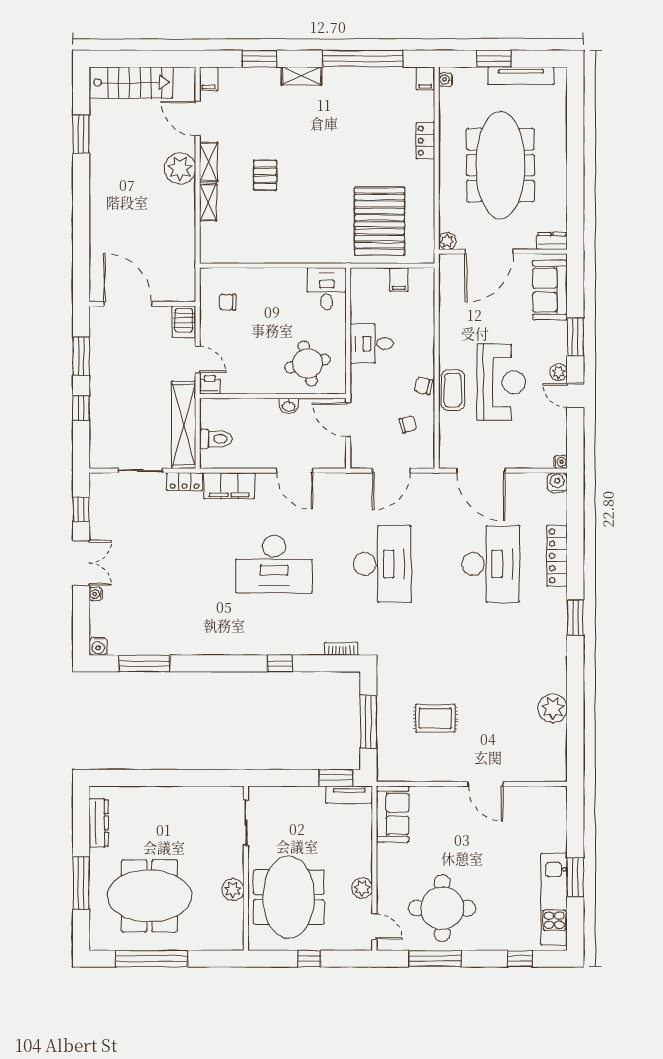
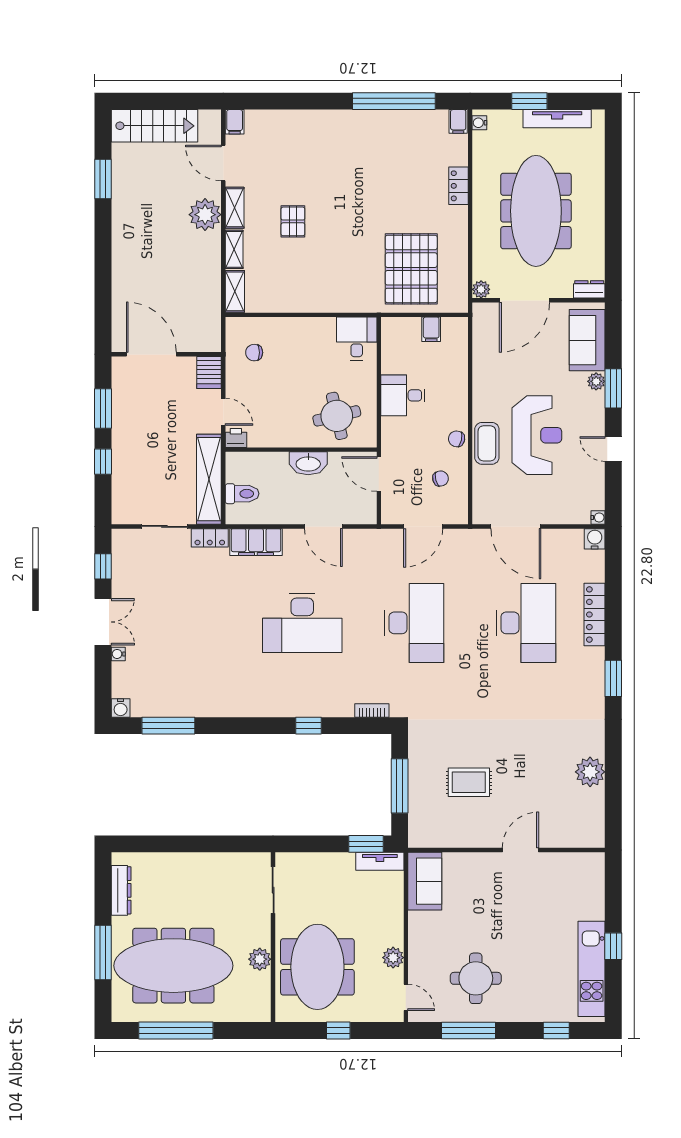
window: (259, 59) -> (287, 101), removed
shelving: (301, 76) -> (235, 291), moved, turned 90
plant: (559, 372) -> (596, 381), moved
washbasin: (289, 406) -> (308, 463), width x1.91, depth x1.45
door: (485, 784) -> (521, 850), swing flipped
window: (575, 877) -> (613, 946), width x0.67
meeting table: (149, 896) -> (173, 966), width x1.36
round table: (442, 908) -> (476, 978), width x0.73, depth x0.73

